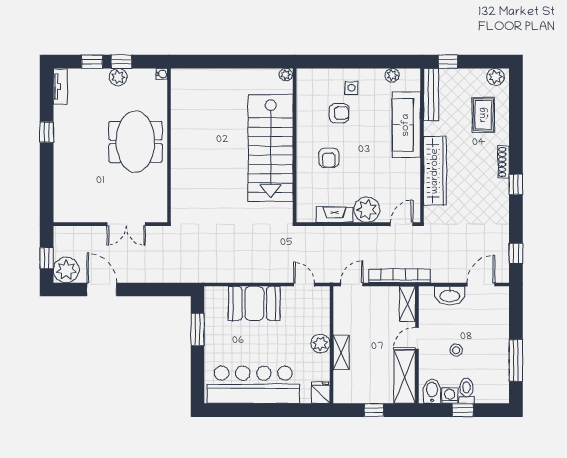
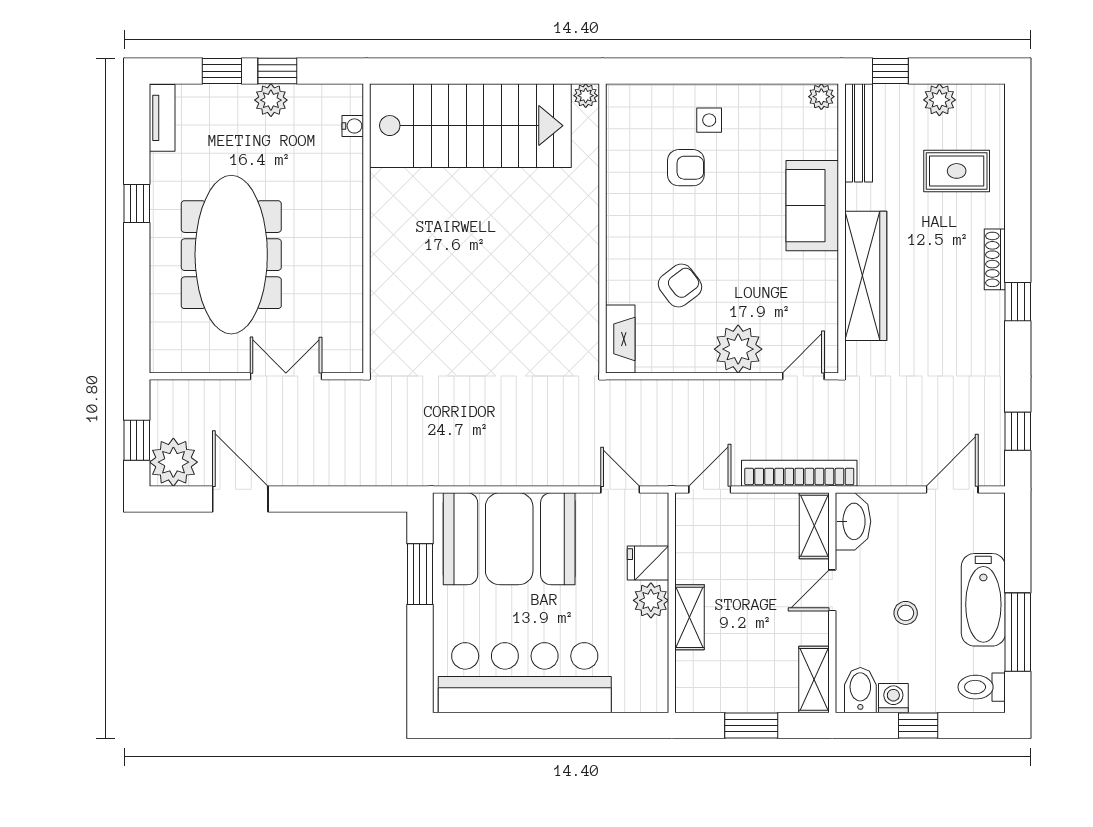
water cooler: (162, 74) -> (353, 126), moved
plant: (392, 75) -> (821, 97), moved
plant: (495, 77) -> (939, 100), moved
rug: (483, 115) -> (957, 171), turned 90
sofa: (406, 125) -> (812, 206), width x0.73
meeting table: (135, 142) -> (231, 255), moved, width x1.36
stairs: (271, 148) -> (470, 126), moved, turned -90
armchair: (329, 158) -> (680, 285), moved, turned -127
fireplace: (335, 215) -> (620, 339), moved, turned 90
double door: (126, 224) -> (286, 376), swing flipped
washbasin: (450, 296) -> (853, 521), moved, turned -90
booth: (254, 303) -> (509, 539), width x1.36, depth x1.42
bathtub: (498, 343) -> (983, 600), added
shelving: (405, 377) -> (814, 679), width x0.67, depth x0.75
toilet: (466, 391) -> (982, 687), moved, turned -90
fridge: (321, 393) -> (648, 563), moved, turned -90
window: (374, 410) -> (751, 725), width x1.50

